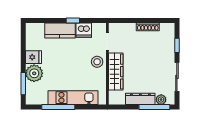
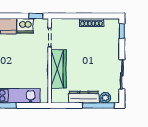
window: (73, 21) -> (36, 16), moved
window: (177, 45) -> (122, 31), moved
stool: (97, 62) -> (39, 59), removed

